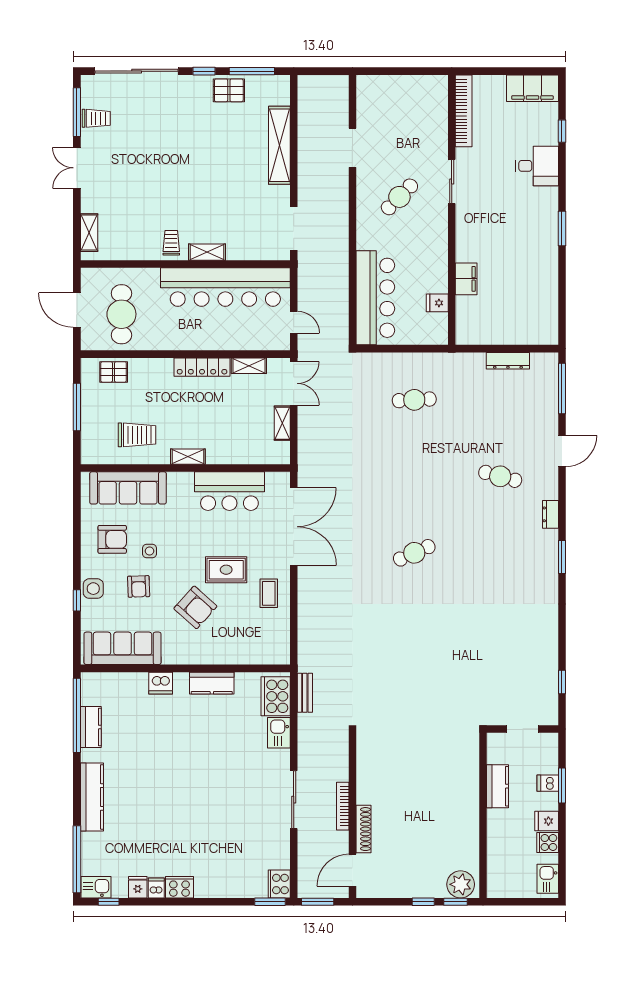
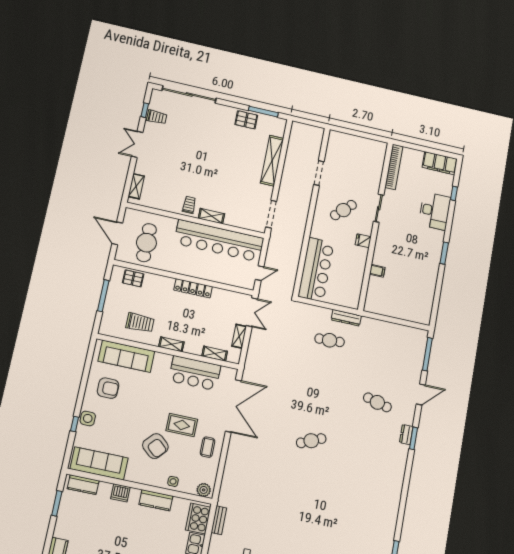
window: (204, 71) -> (233, 104), removed
window: (77, 112) -> (145, 110), width x0.46
desk: (537, 166) -> (435, 211), width x1.37
filing cabinet: (466, 279) -> (377, 271), width x0.50
fridge: (437, 303) -> (363, 241), moved
door: (294, 322) -> (260, 273), hinge flipped
dresser: (508, 361) -> (346, 318), moved
shelving: (249, 366) -> (215, 354), moved
side table: (150, 551) -> (173, 481), moved
window: (562, 557) -> (414, 438), moved
armchair: (139, 586) -> (119, 424), removed
plant: (275, 655) -> (204, 490), added
window: (77, 715) -> (57, 503), width x0.47
kitchen counter: (91, 727) -> (83, 485), moved, turned 90

